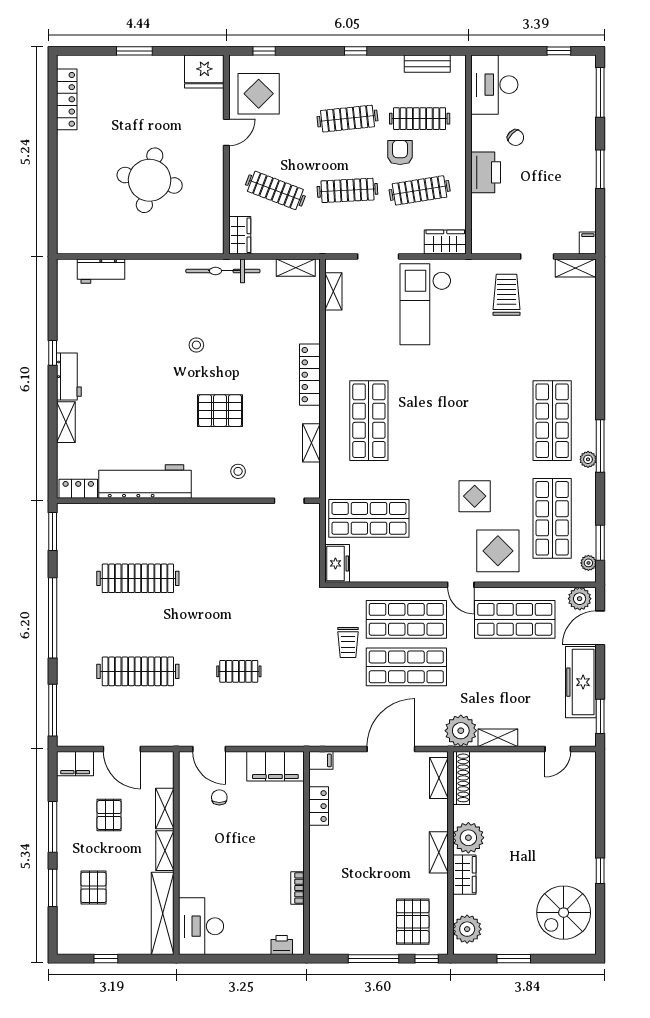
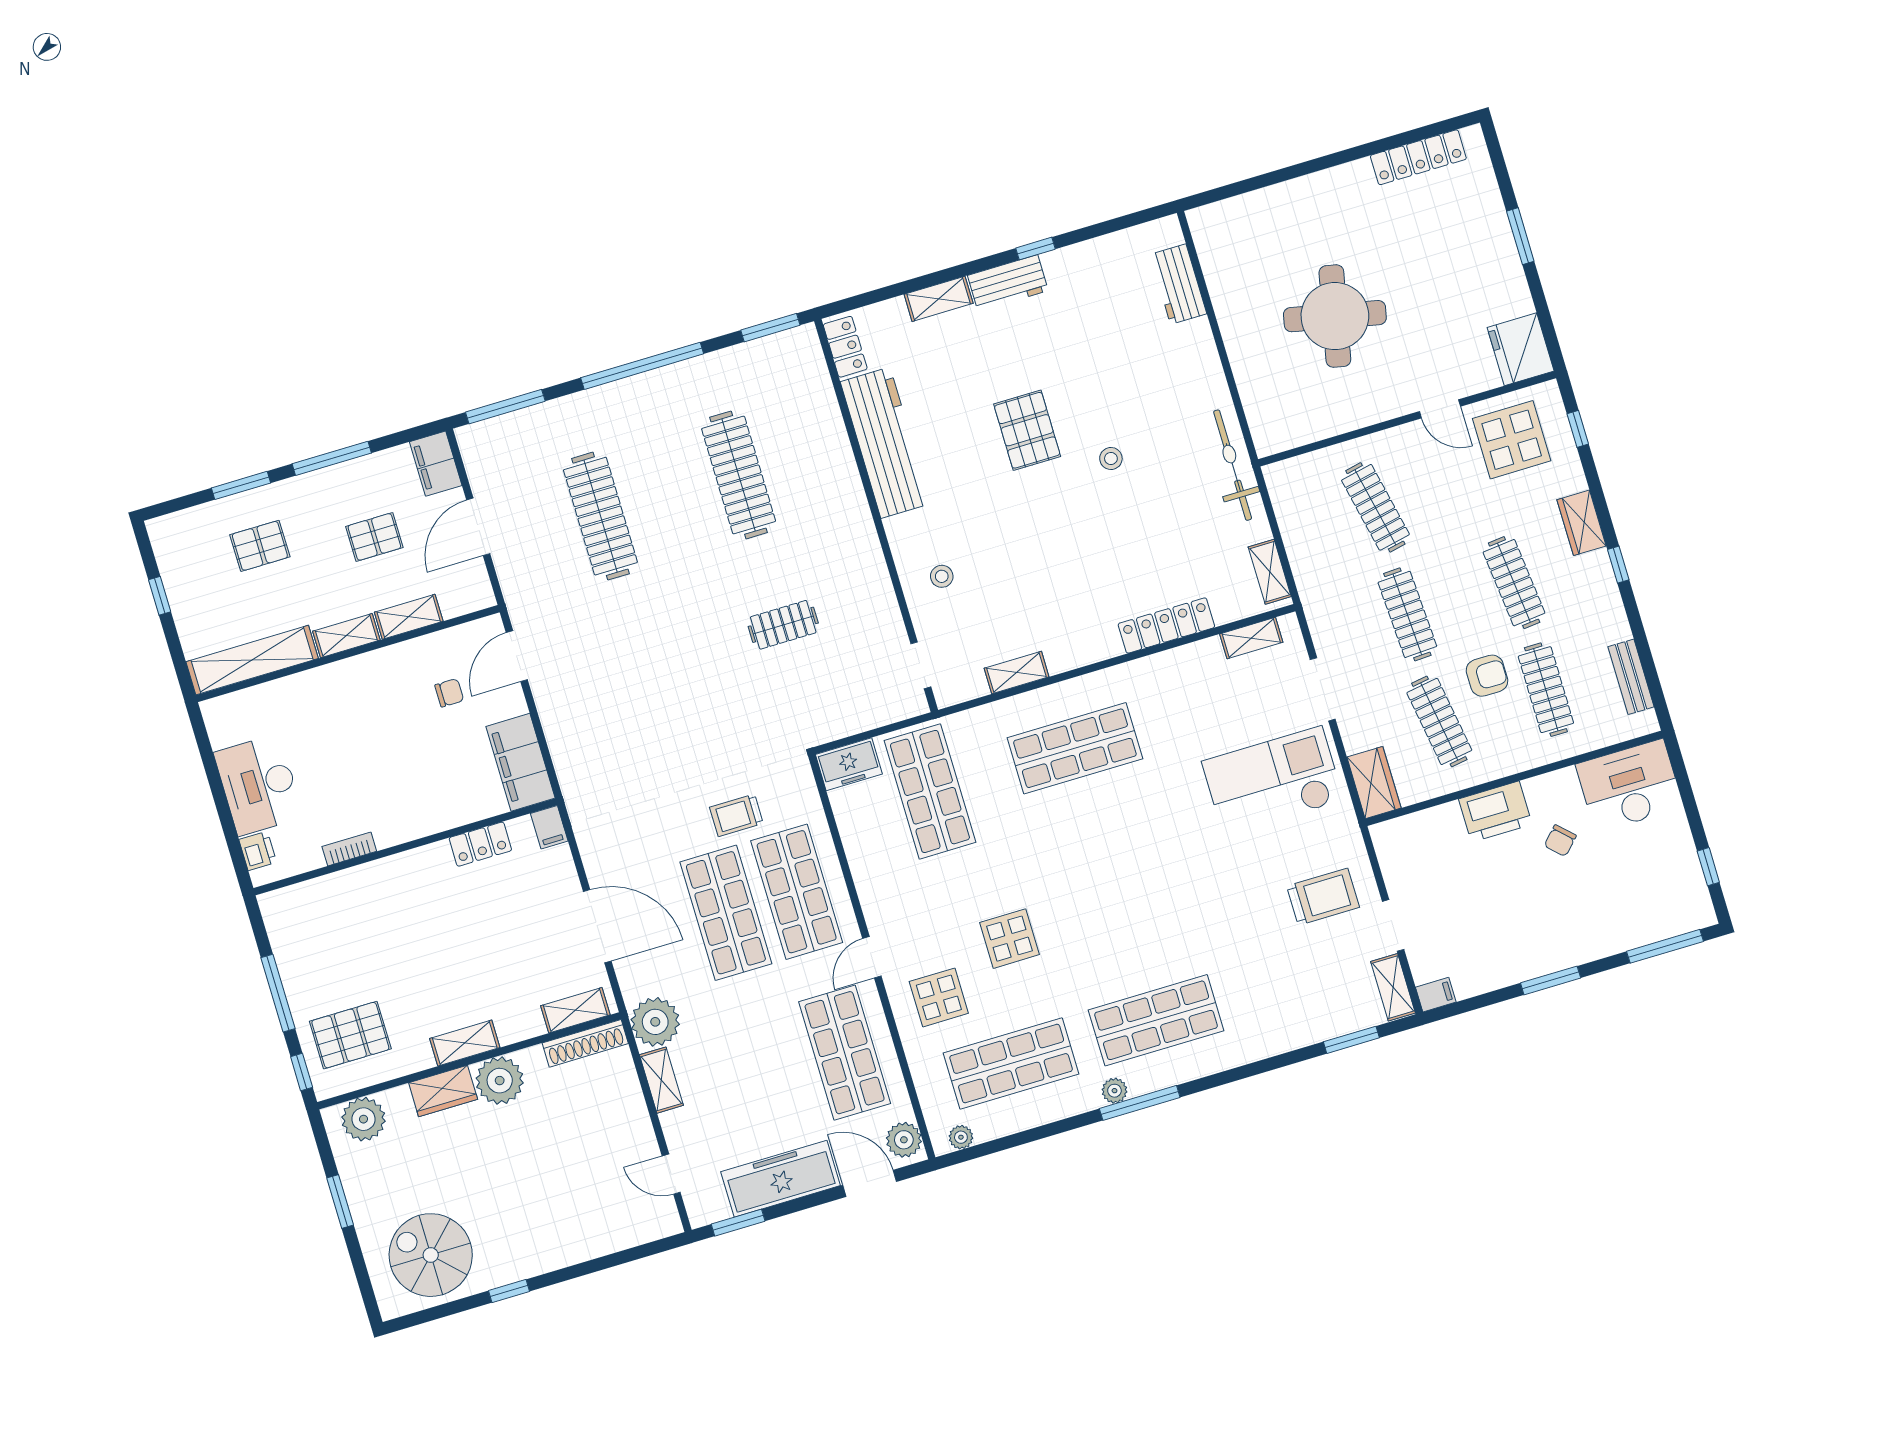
clothes rail: (275, 190) -> (1375, 507), turned -33
wardrobe: (240, 235) -> (1582, 523), moved, turned 90
locker: (310, 375) -> (1166, 625), moved
pallet: (220, 411) -> (1027, 430), moved
window: (600, 543) -> (1351, 1040), moved
display table: (498, 551) -> (939, 997), width x0.73, depth x0.73
clothes rail: (239, 671) -> (783, 625), moved, turned 90
desk: (201, 926) -> (259, 785), moved, turned -90

